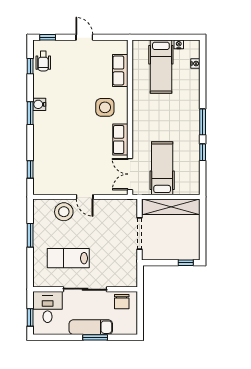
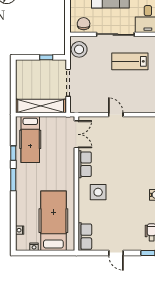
hospital bed: (161, 67) -> (53, 221), width x1.37, depth x1.29
row of seats: (120, 70) -> (85, 237), moved
hospital bed: (162, 168) -> (30, 139), moved
stool: (64, 212) -> (79, 49), moved
lab bench: (68, 258) -> (130, 61), turned 180
window: (186, 263) -> (46, 57), moved

